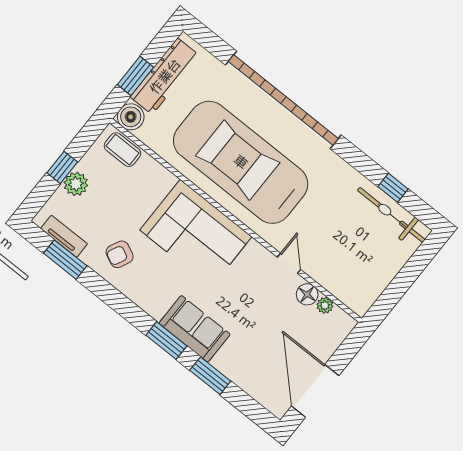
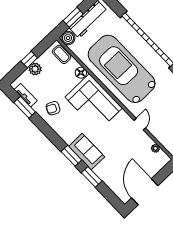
floor lamp: (307, 294) -> (81, 73), moved

